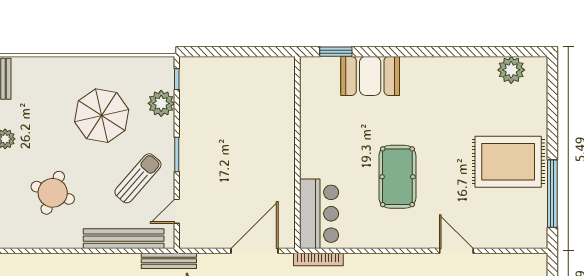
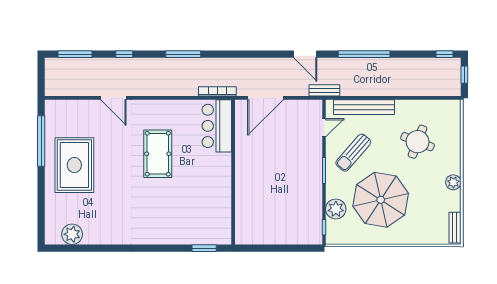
booth: (370, 76) -> (178, 230), removed
parasol: (102, 116) -> (381, 200), width x1.36, depth x1.36
rug: (508, 162) -> (74, 165), turned 90
bench: (169, 261) -> (324, 90), width x0.73

